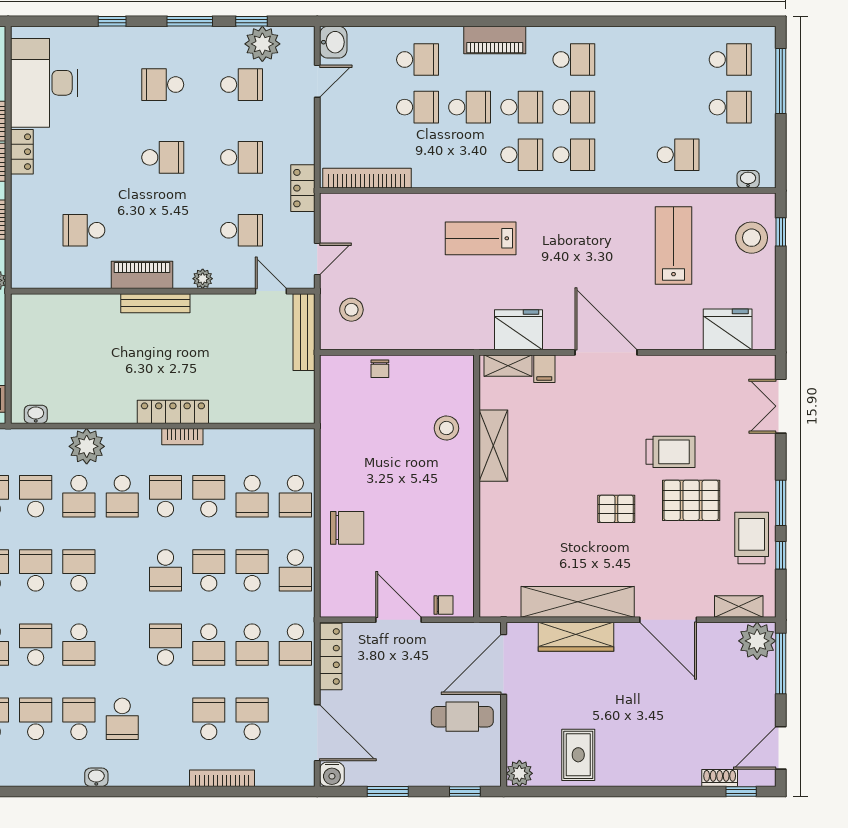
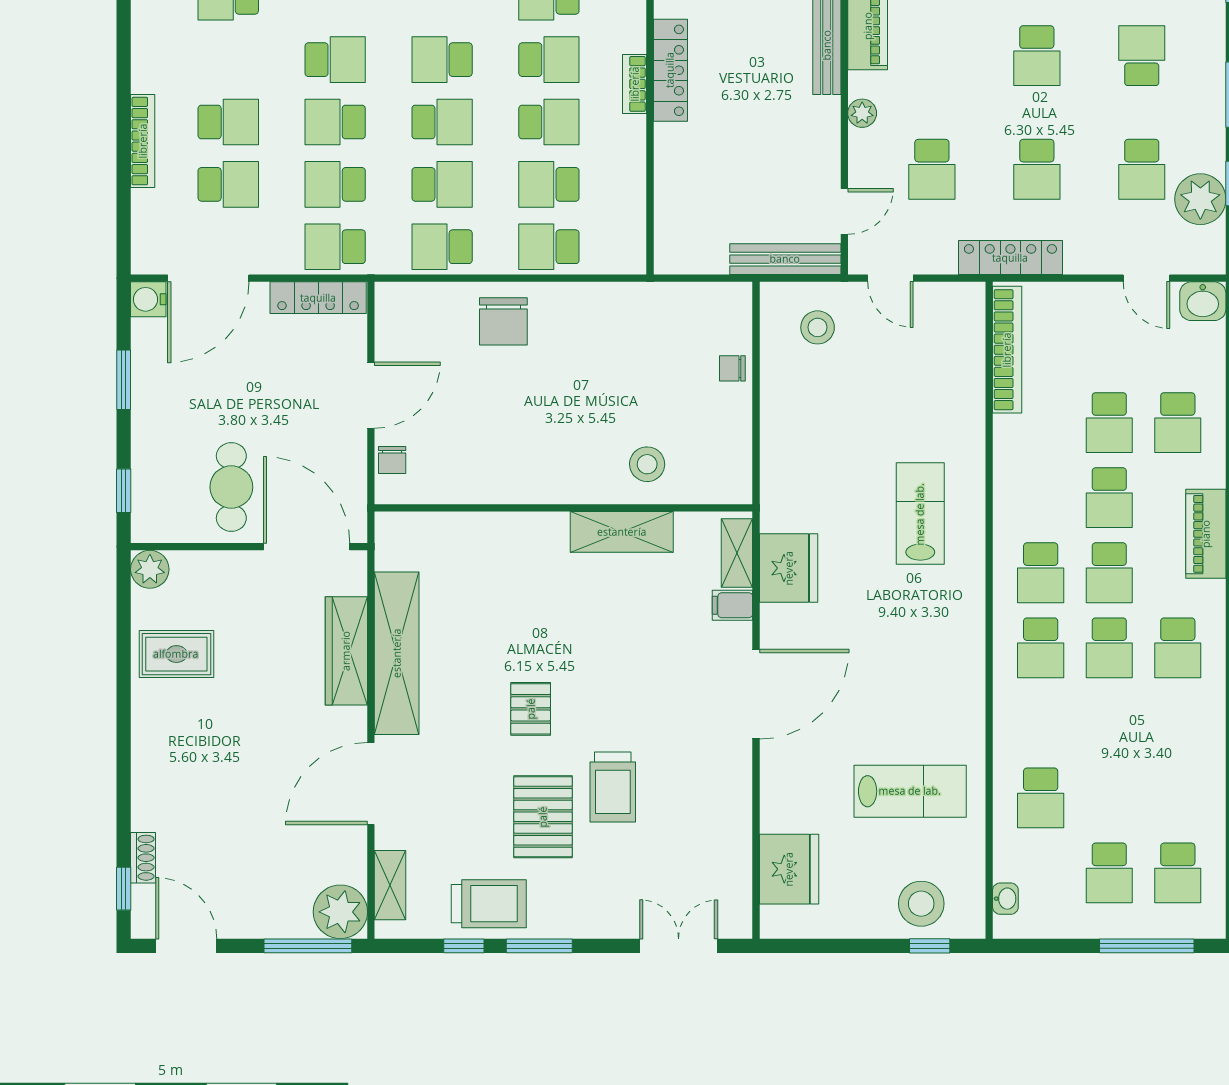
locker: (303, 188) -> (1010, 258), width x1.53

